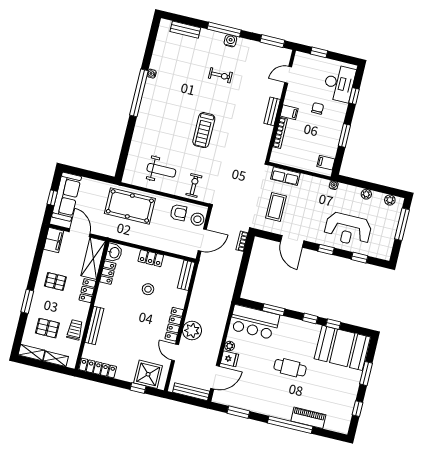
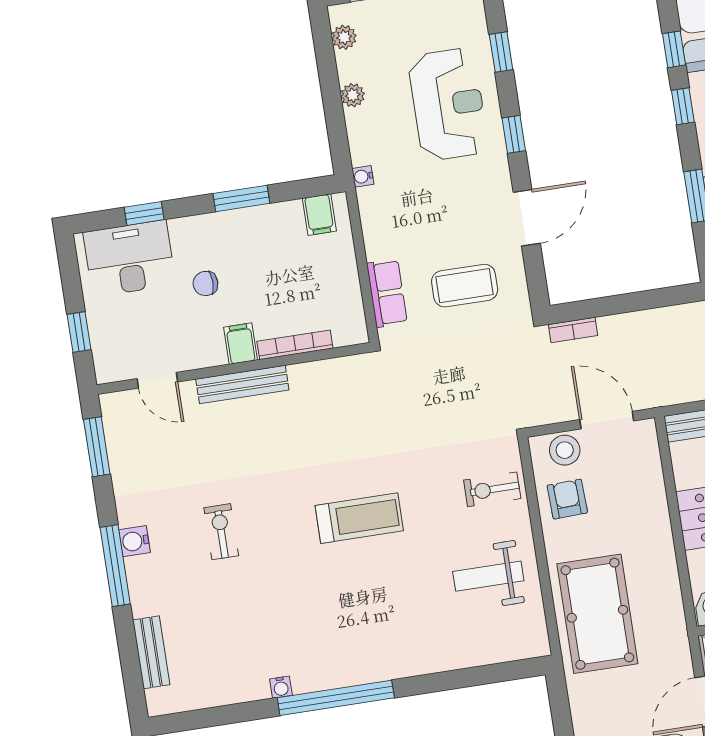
bench: (272, 111) -> (242, 384), width x1.36
weight bench: (161, 170) -> (488, 576), turned -90

